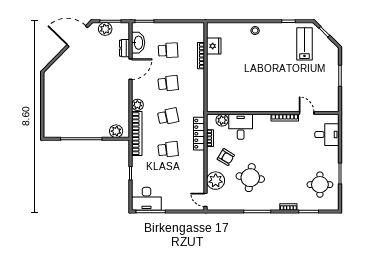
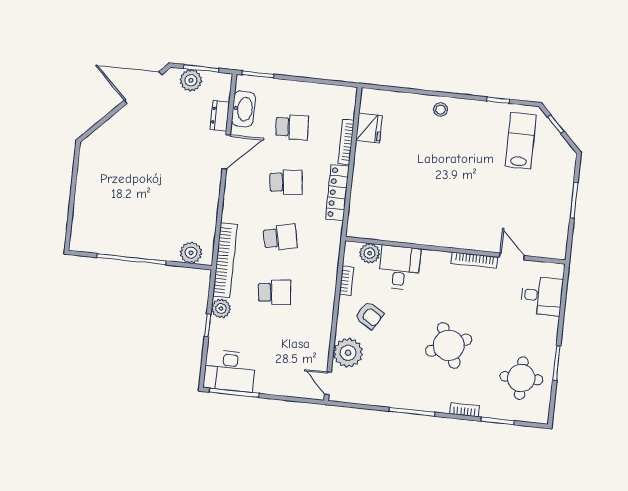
plant: (137, 105) -> (221, 308), moved
locker: (199, 134) -> (337, 193), moved
round table: (250, 178) -> (449, 345), moved, turned -32

